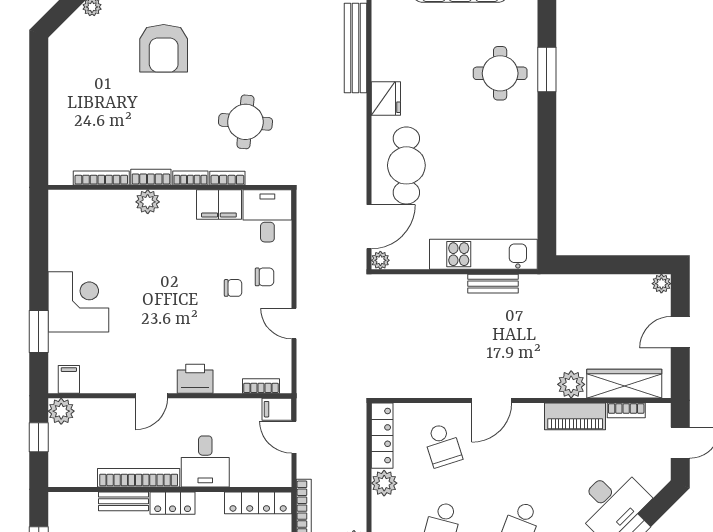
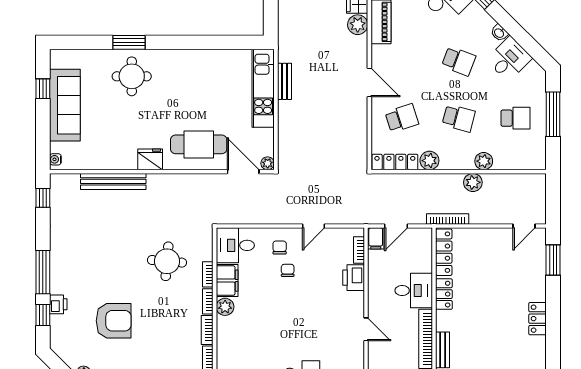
plant: (148, 202) -> (225, 307), moved
printer: (195, 379) -> (354, 278), moved
locker: (173, 503) -> (444, 294), moved

